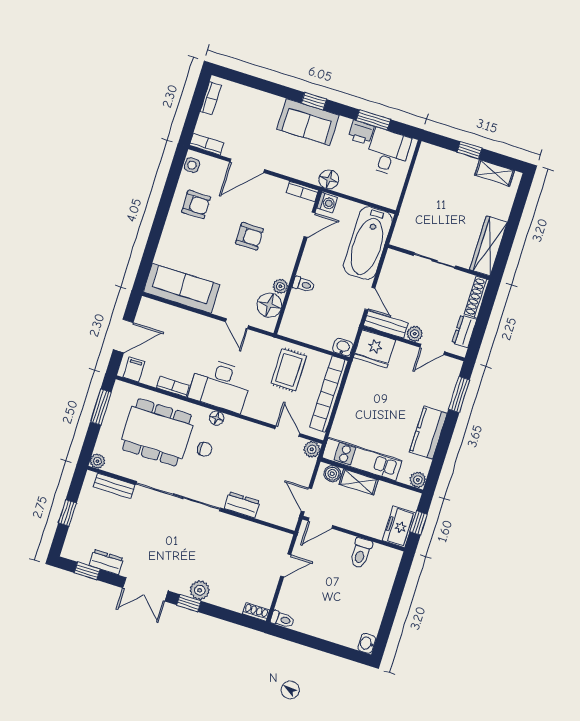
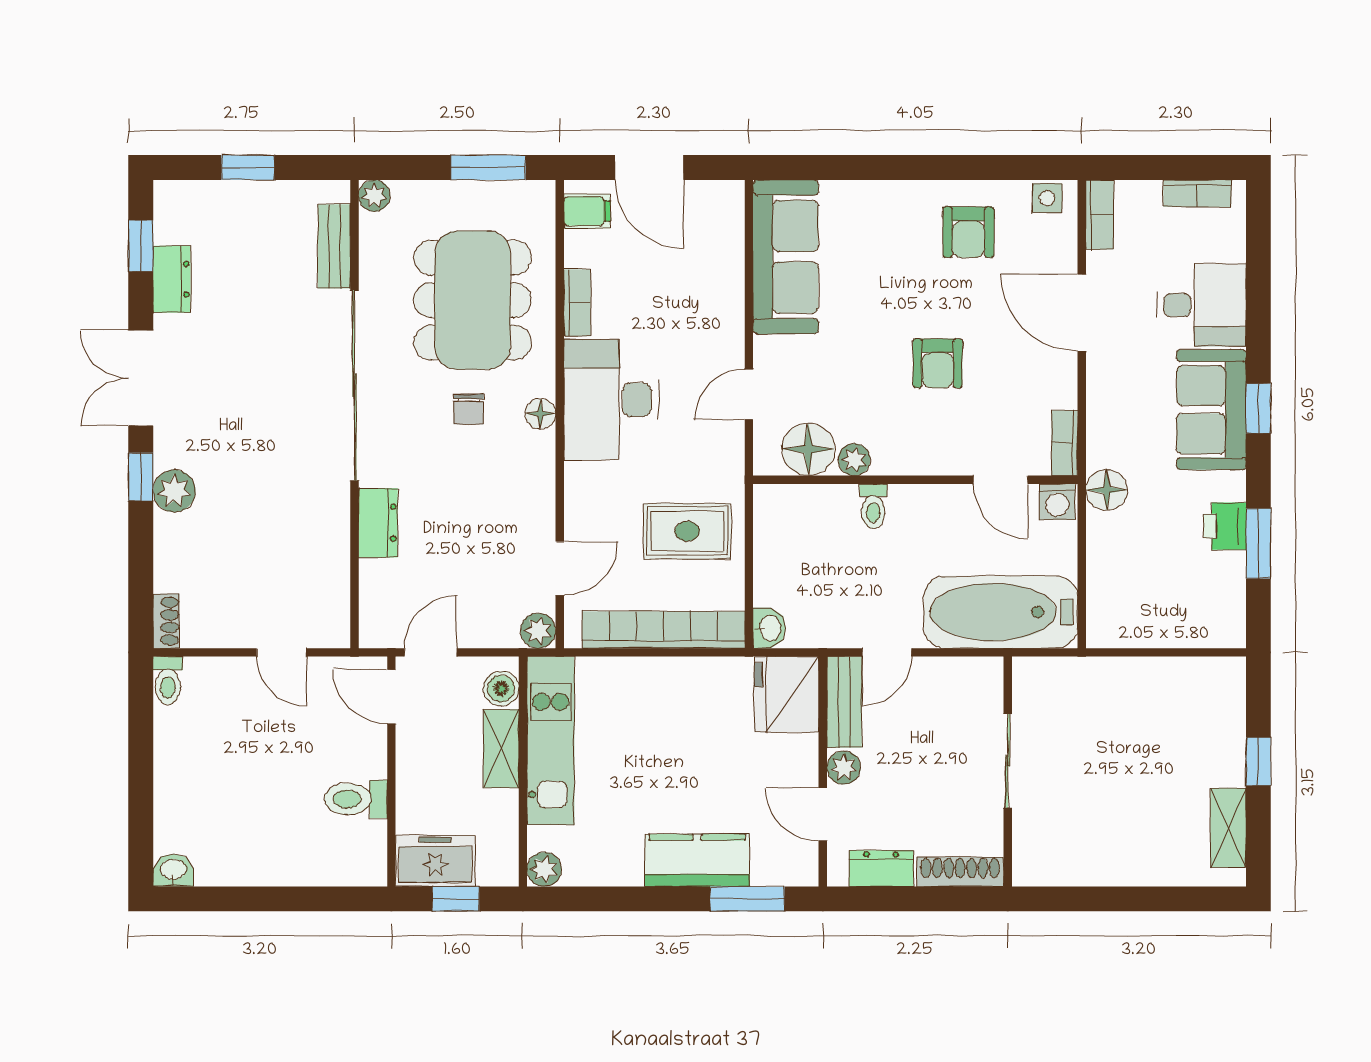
desk: (388, 152) -> (1201, 305), moved
wardrobe: (488, 246) -> (1073, 863), removed
kitchen counter: (428, 433) -> (697, 860), moved

